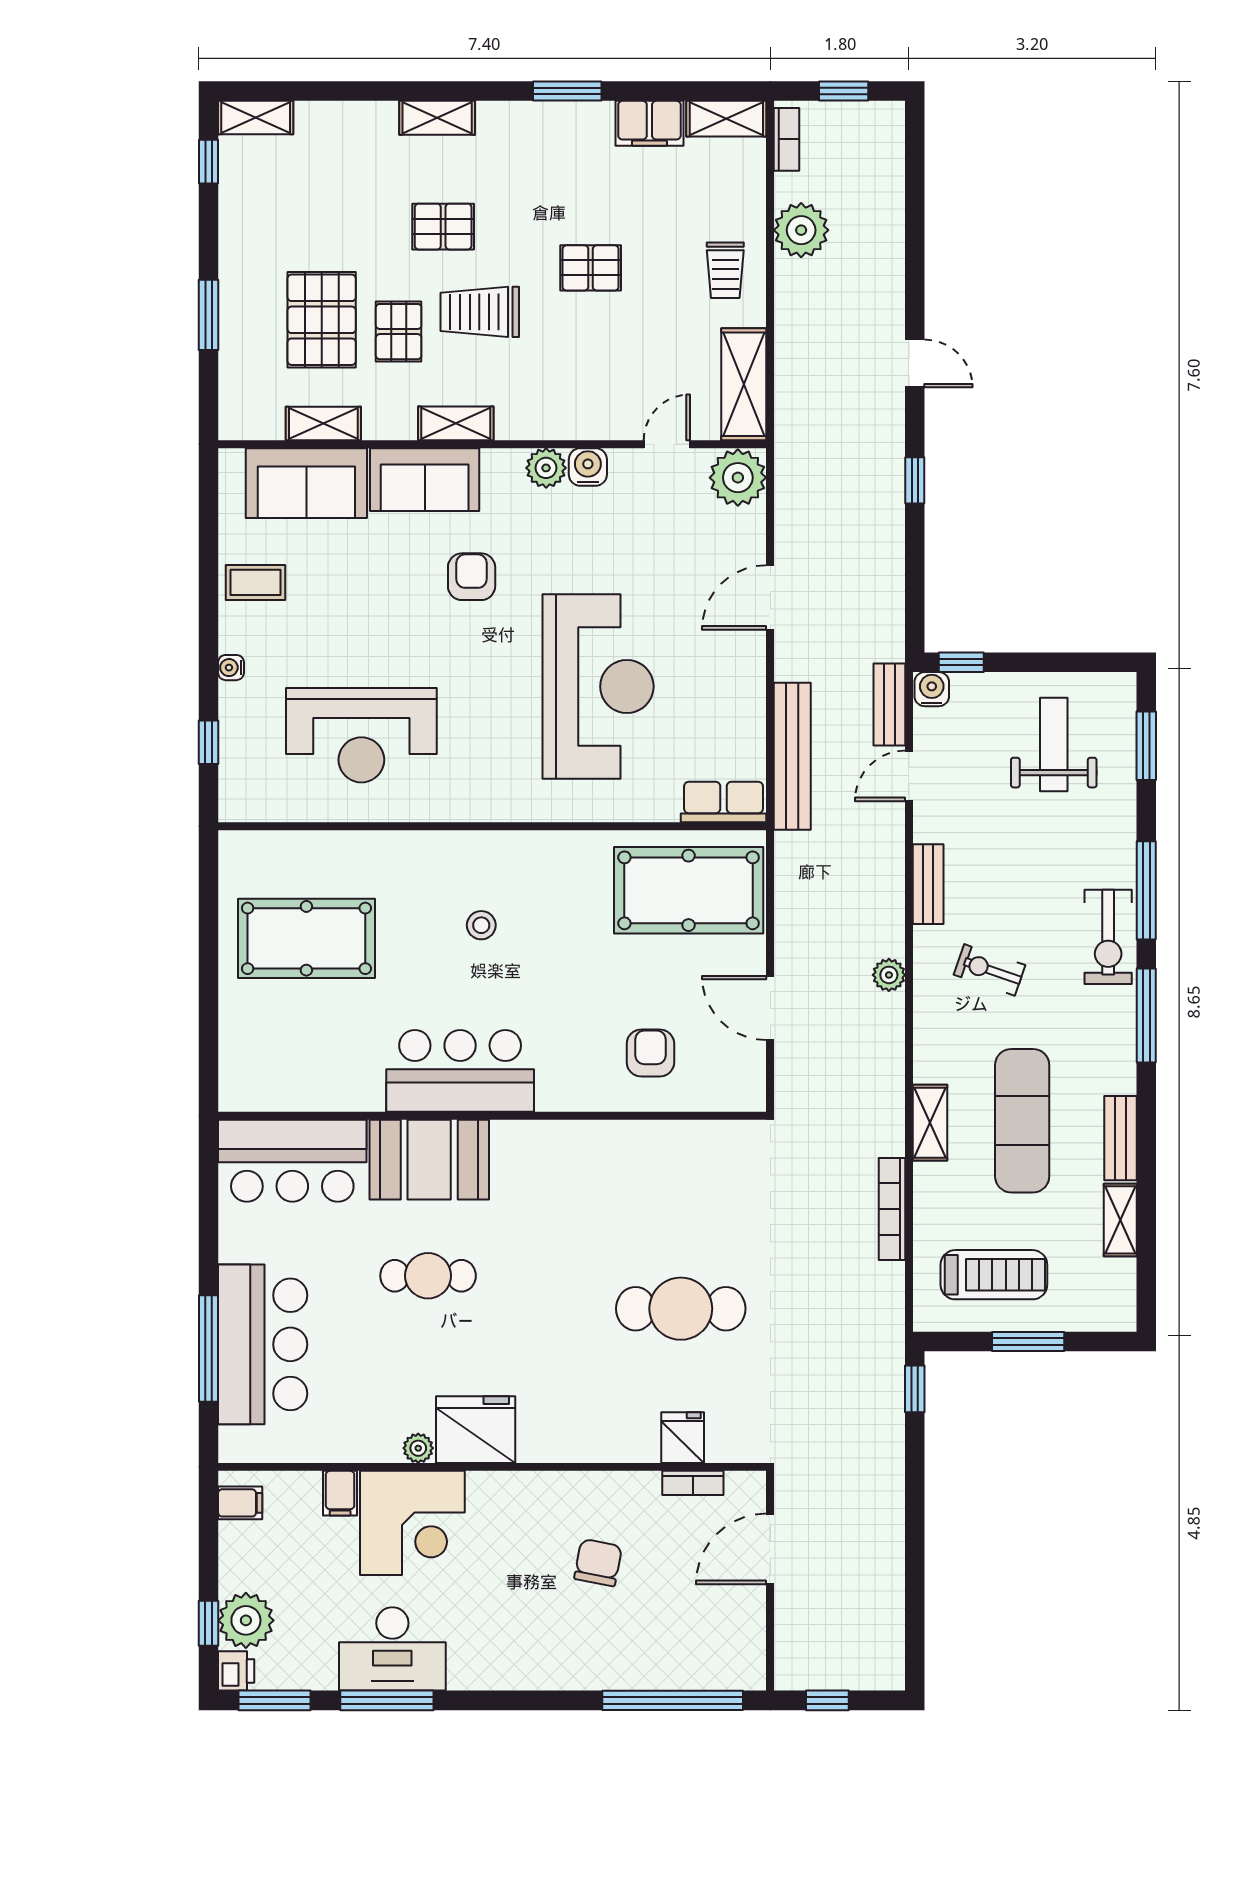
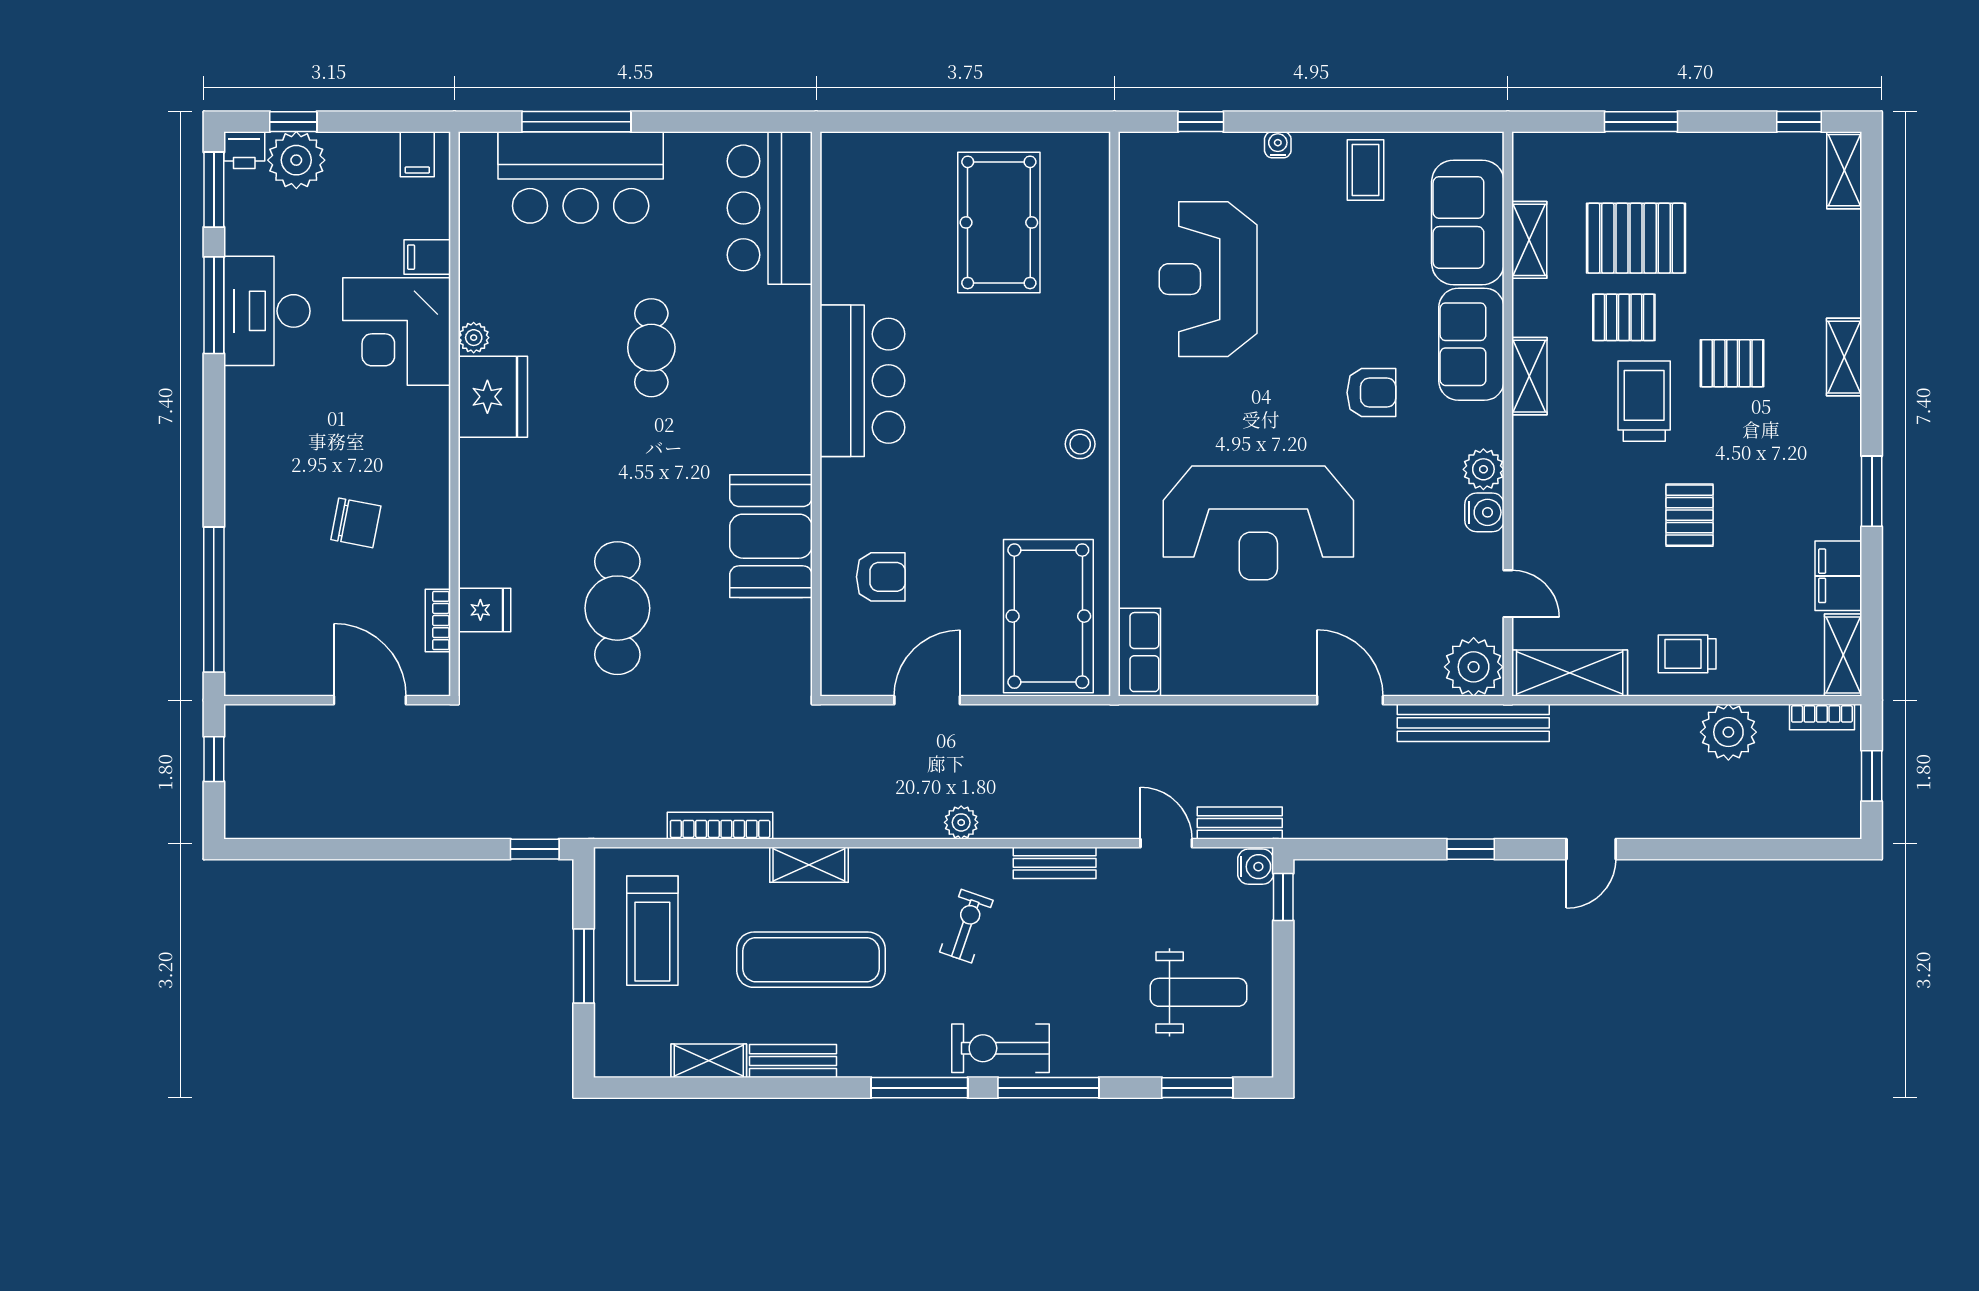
pallet: (443, 227) -> (1732, 363), turned 90
bench: (792, 756) -> (1473, 723), moved
stool: (481, 925) -> (1080, 444), moved
booth: (429, 1160) -> (771, 536), moved

